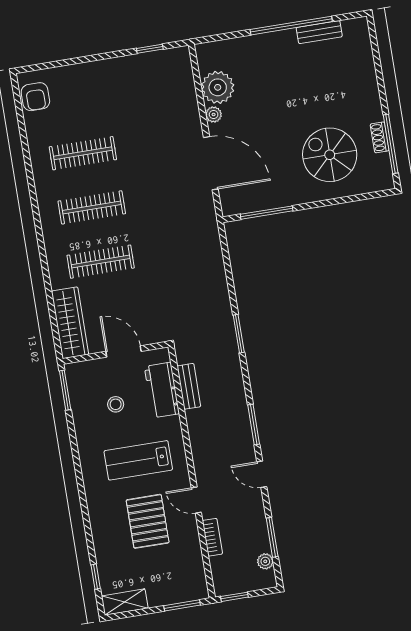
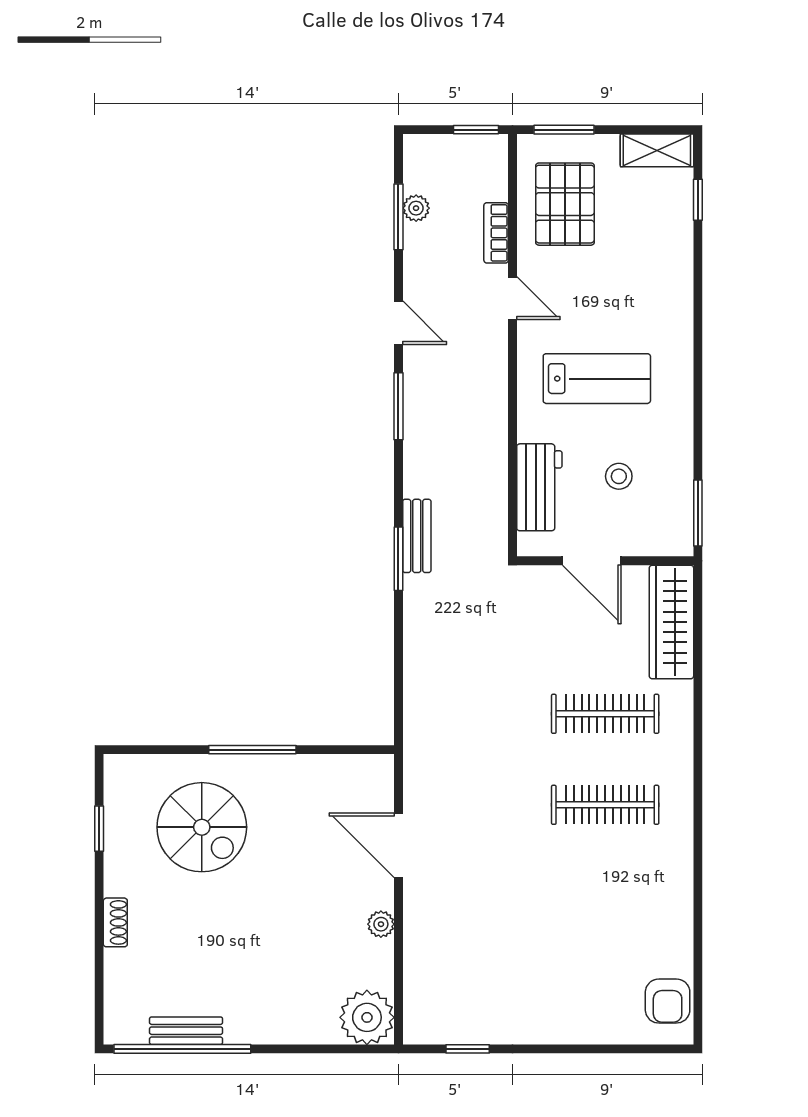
window: (291, 26) -> (182, 1049), moved
plant: (218, 87) -> (367, 1017), moved
armchair: (35, 97) -> (668, 1001), turned 180
shoe rack: (380, 137) -> (115, 922), moved
window: (391, 144) -> (99, 829), width x0.46
clothes rail: (83, 153) -> (605, 896), removed
door: (211, 163) -> (398, 845), width x0.73
window: (267, 213) -> (252, 750), moved
bench: (189, 386) -> (417, 536), moved
pallet: (148, 521) -> (565, 204), moved
plant: (265, 561) -> (416, 208), moved

